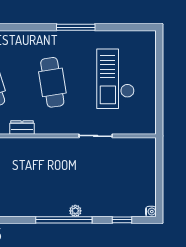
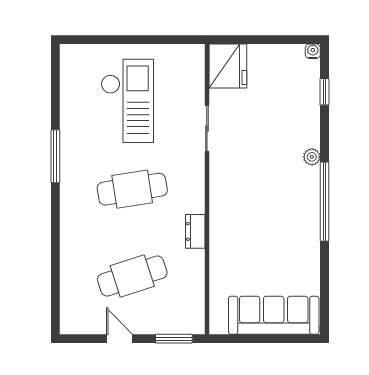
checkout: (115, 79) -> (127, 101), turned -90
fridge: (140, 151) -> (228, 66), added
window: (64, 220) -> (324, 202), moved

